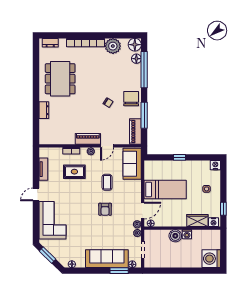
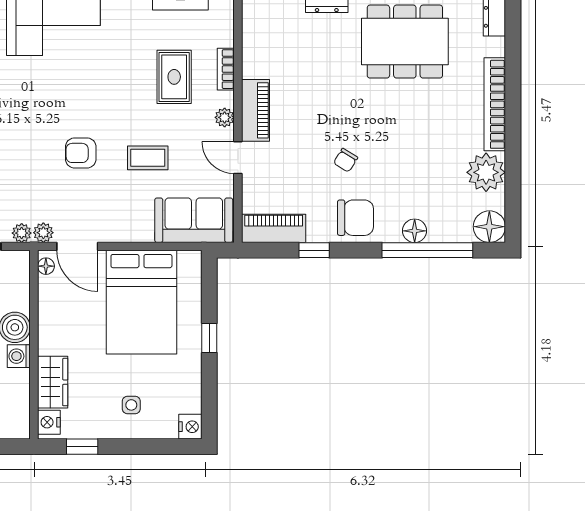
floor lamp: (136, 59) -> (415, 231), moved
window: (144, 115) -> (314, 250), width x0.46
bed: (165, 190) -> (141, 302), width x1.50

